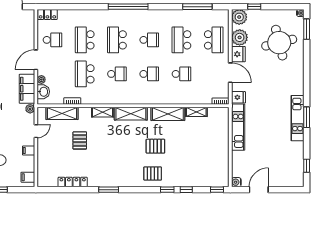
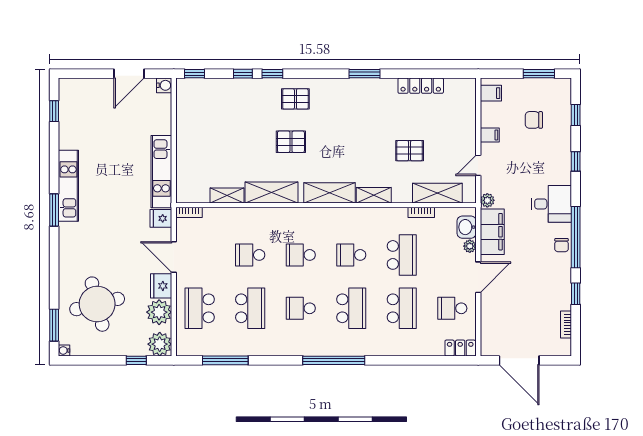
window: (307, 117) -> (54, 210), moved
pallet: (80, 140) -> (410, 151), turned 90

